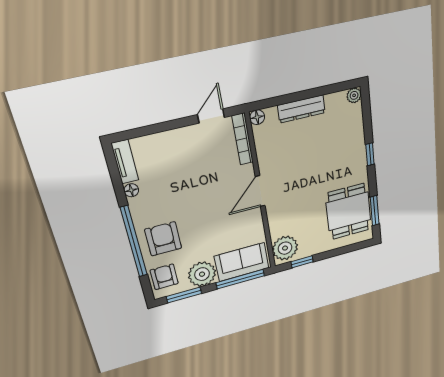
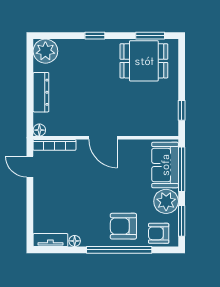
plant: (354, 95) -> (45, 51), width x1.88, depth x1.88
plant: (285, 248) -> (163, 124), removed

